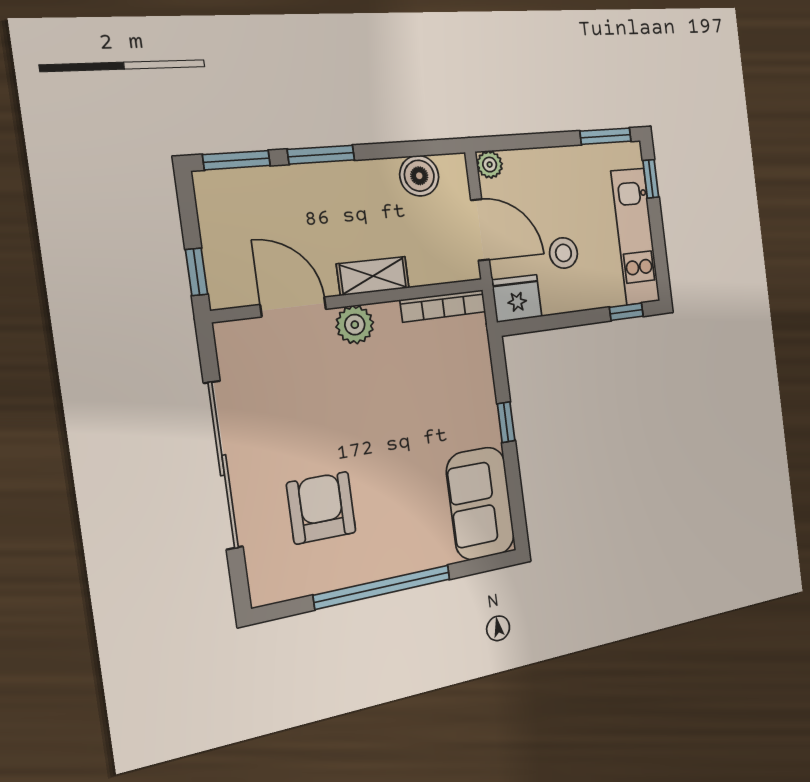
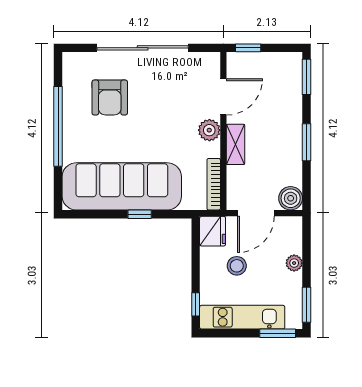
window: (321, 155) -> (307, 142), moved
plant: (490, 165) -> (294, 263), moved
boiler: (419, 176) -> (291, 198), moved
window: (651, 179) -> (278, 333), width x1.50
sofa: (480, 503) -> (122, 186), width x1.85, depth x1.27
armchair: (321, 508) -> (110, 98), turned 90

